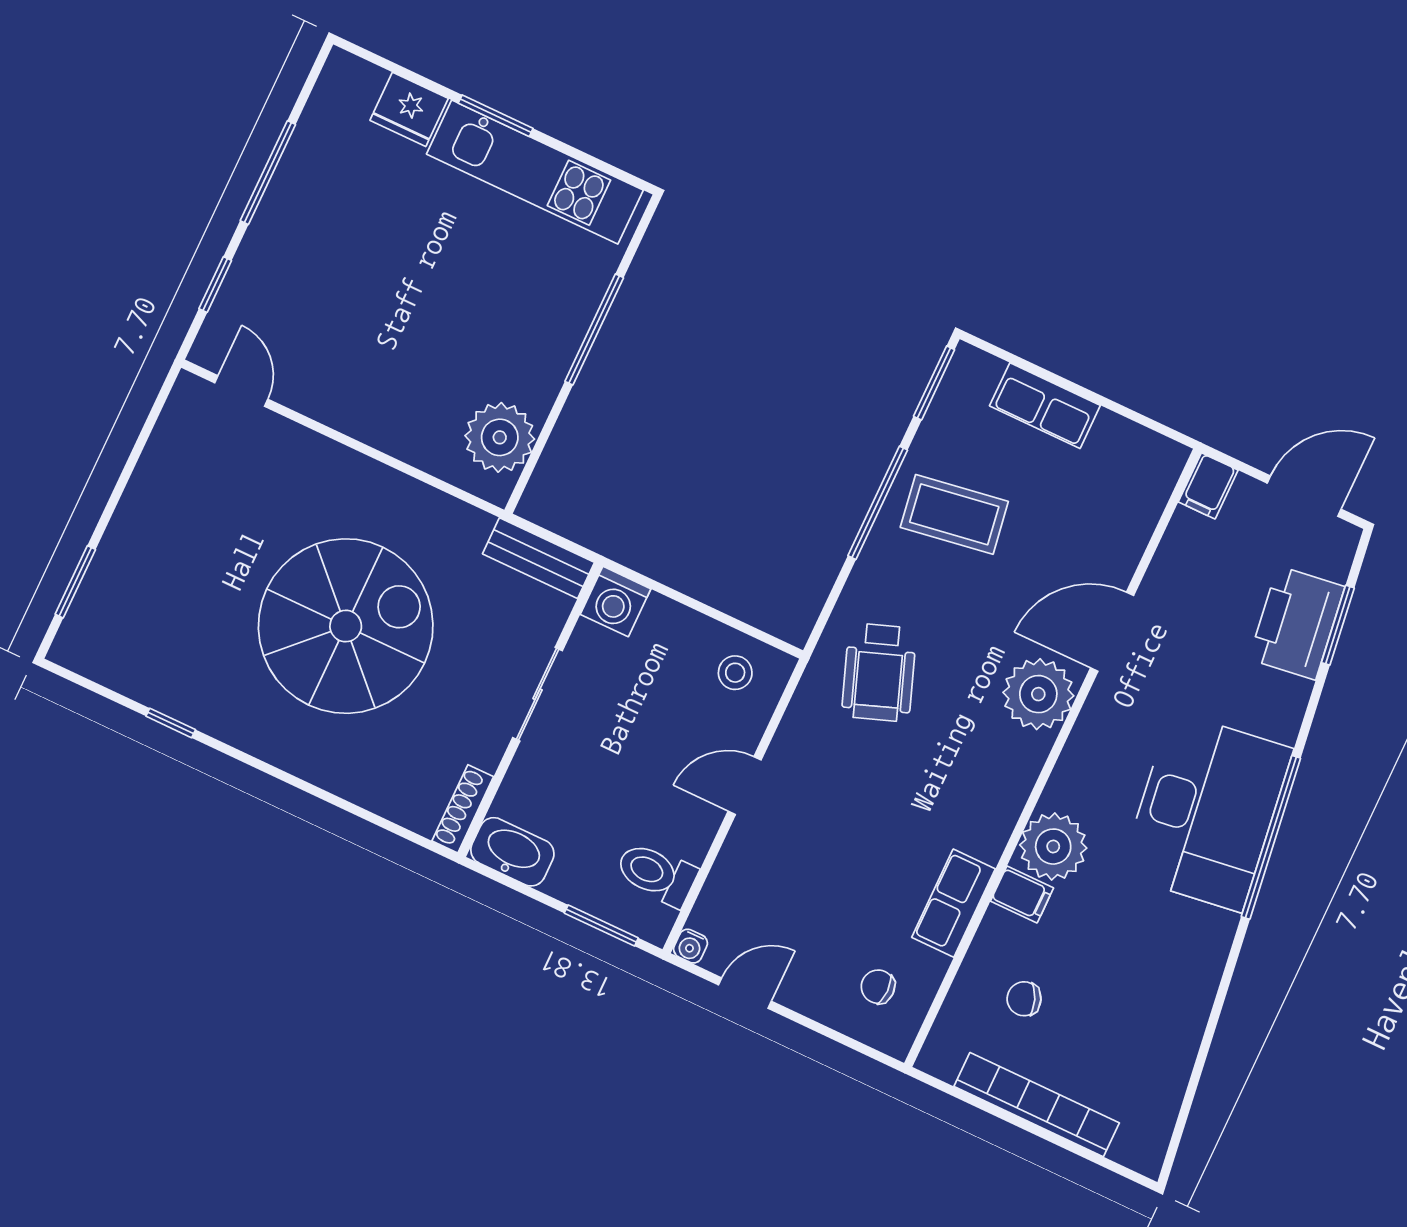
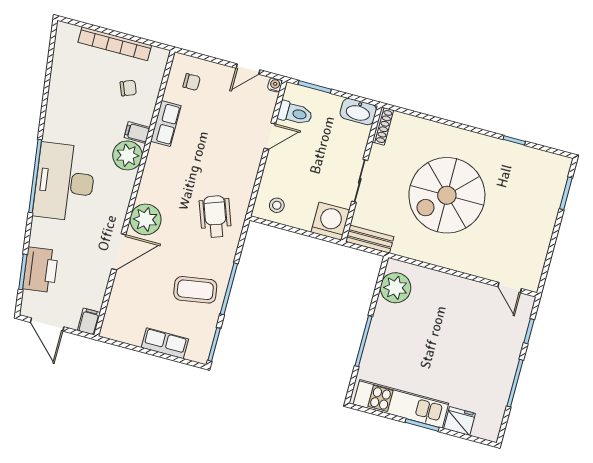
door: (1304, 496) -> (47, 325), hinge flipped
washing machine: (616, 602) -> (330, 221), width x1.37, depth x1.37
door: (745, 786) -> (270, 136), moved

